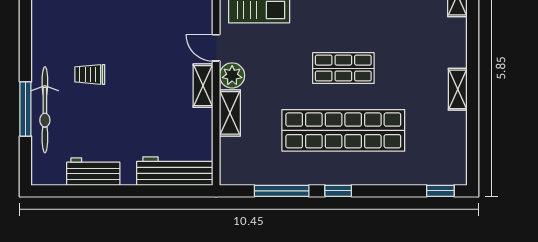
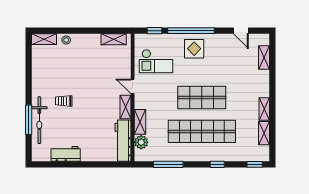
shop shelf: (343, 68) -> (202, 97), width x1.43, depth x1.36
plant: (232, 75) -> (141, 142), moved
shelving: (457, 134) -> (264, 133), added
workbench: (175, 171) -> (123, 141), moved, turned -90
window: (338, 191) -> (217, 164), moved

